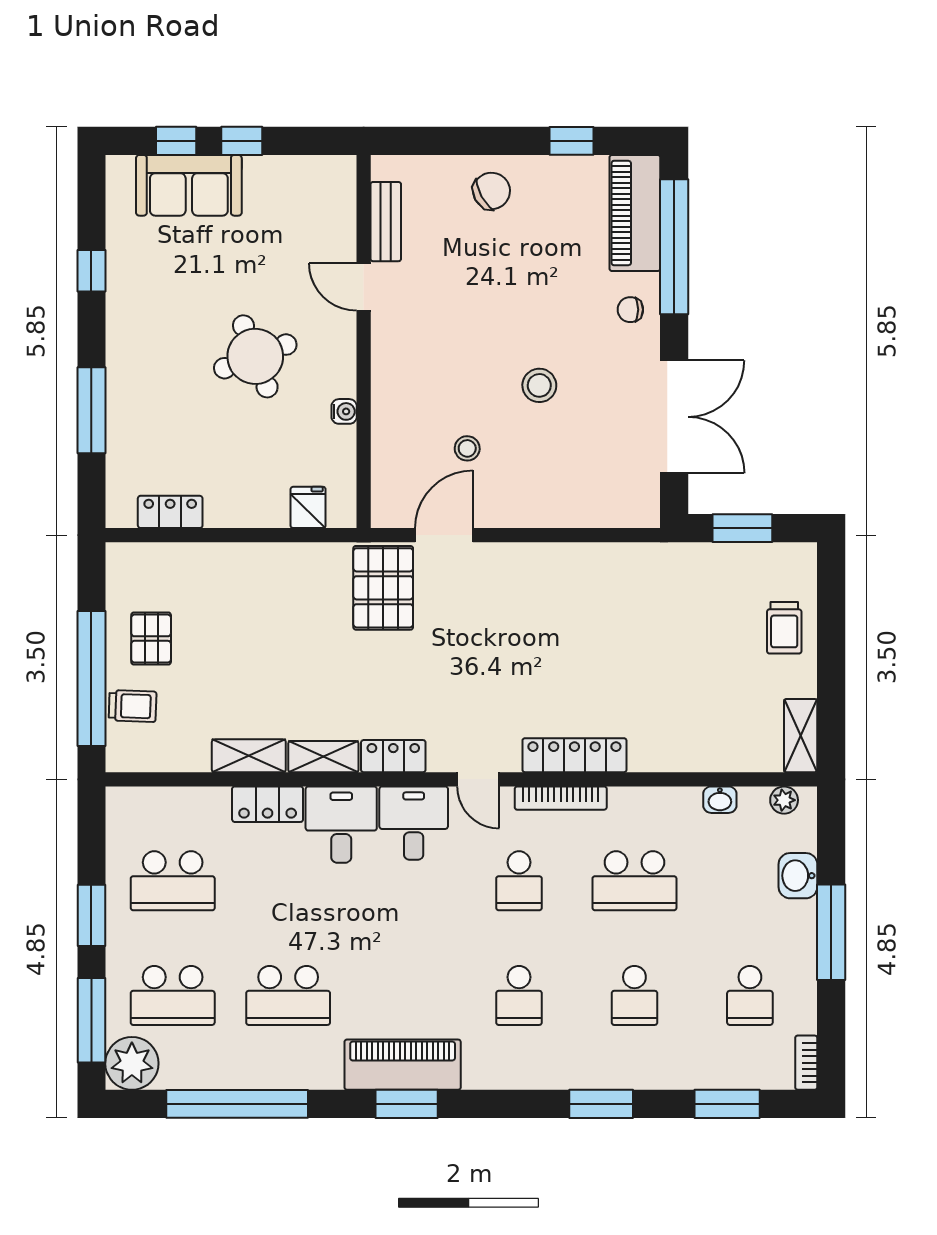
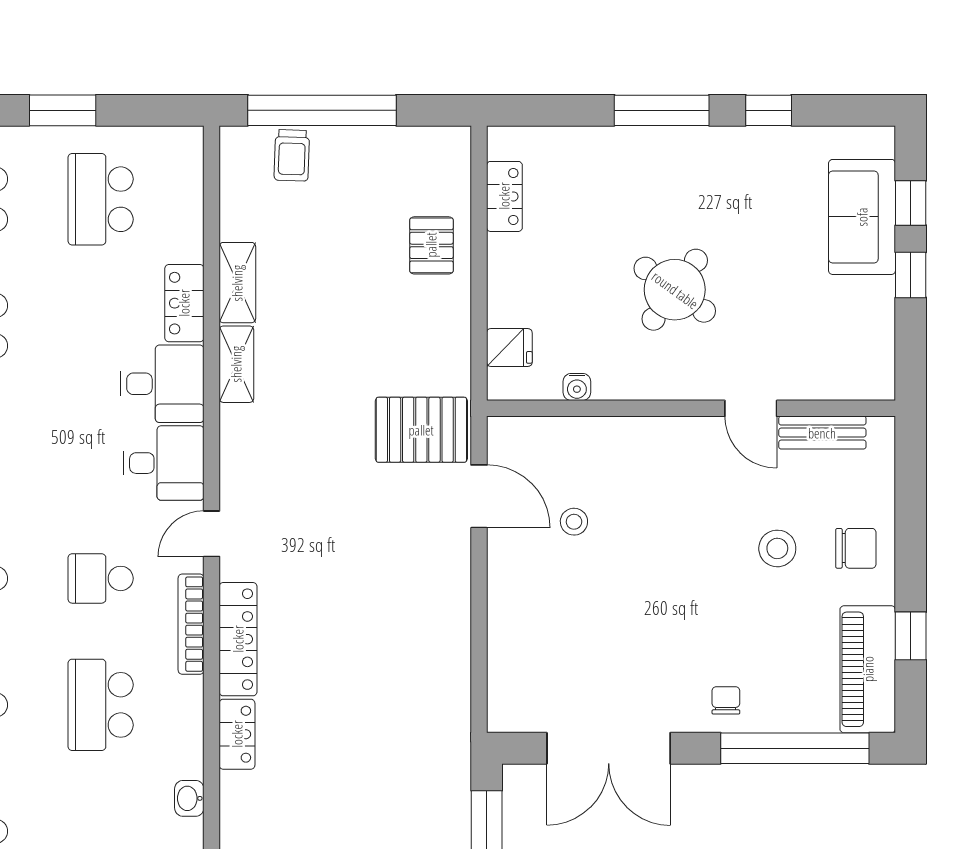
chair: (492, 191) -> (856, 548), turned -61
piano: (635, 213) -> (868, 669), moved, turned -90
door: (364, 287) -> (751, 408), swing flipped
round table: (255, 356) -> (675, 290), turned -33
stool: (539, 385) -> (777, 548), moved
window: (91, 410) -> (662, 110), moved
water cooler: (344, 411) -> (577, 387), moved
pallet: (151, 639) -> (431, 245), moved, turned 90
locker: (393, 756) -> (237, 734), moved

